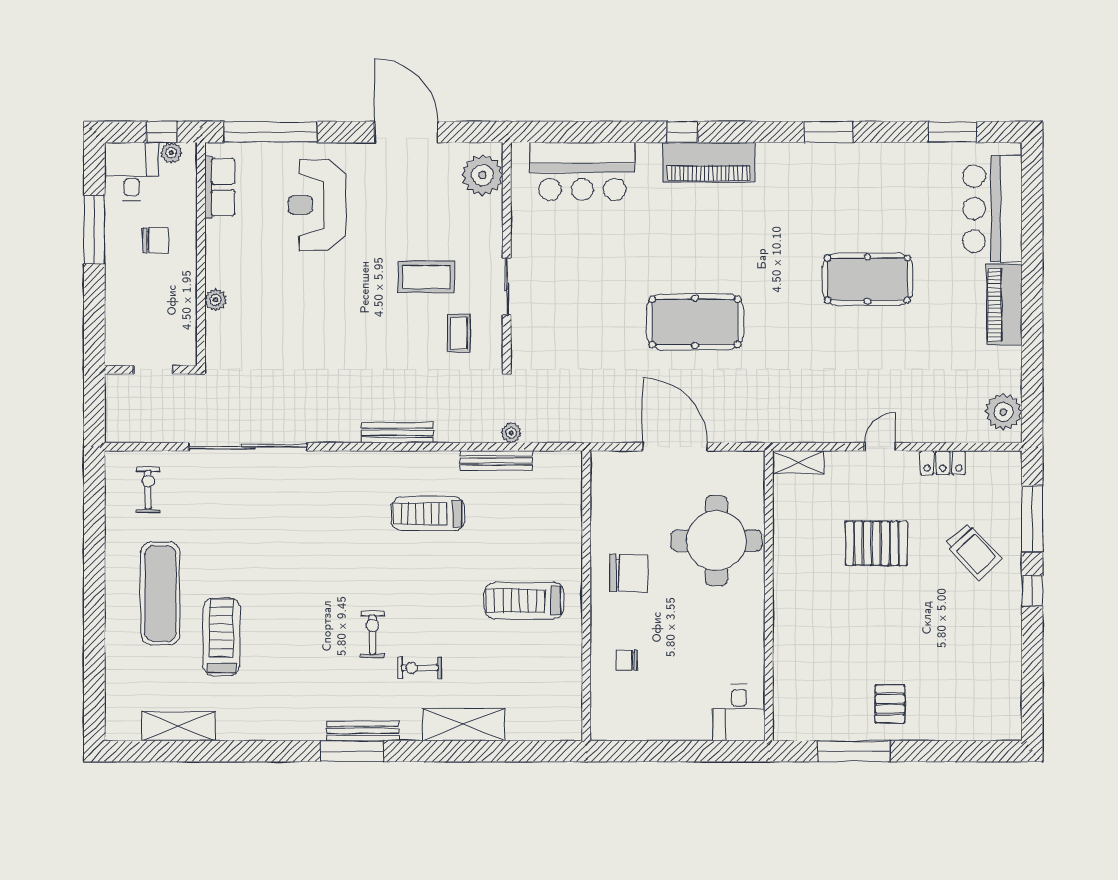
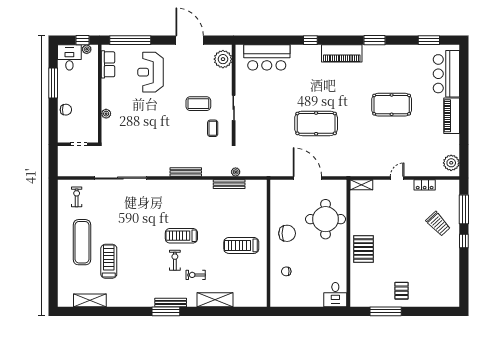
piano: (709, 162) -> (342, 53), moved
chair: (155, 240) -> (66, 110), moved
treadmill: (428, 514) -> (181, 236), moved
pallet: (876, 543) -> (363, 249), moved, turned 90

